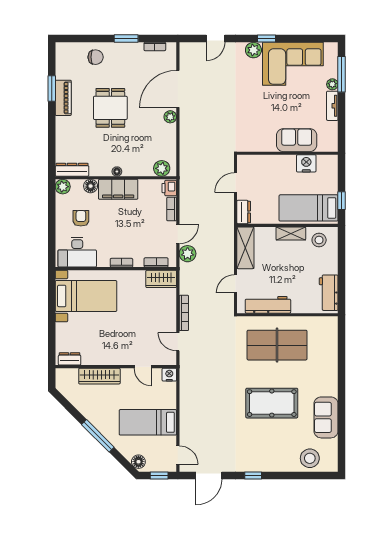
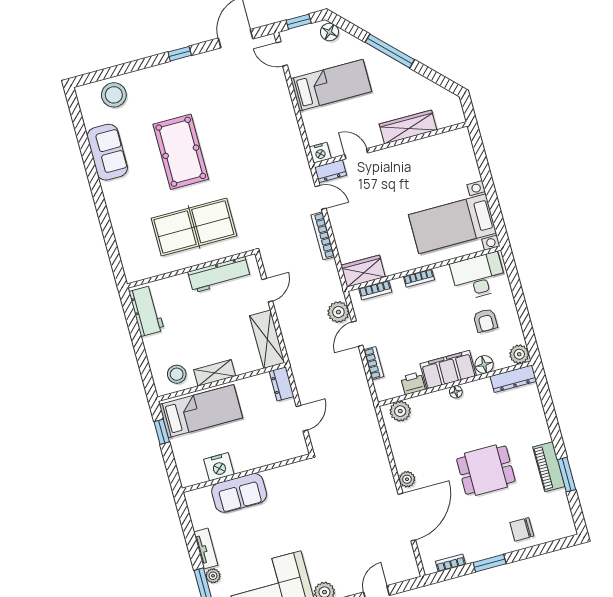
dining table: (110, 108) -> (486, 470), turned 90
printer: (169, 188) -> (413, 383), moved, turned -90
dresser: (70, 359) -> (331, 171), moved
pool table: (272, 403) -> (181, 152), turned 90

